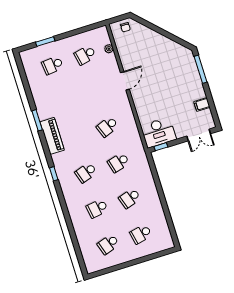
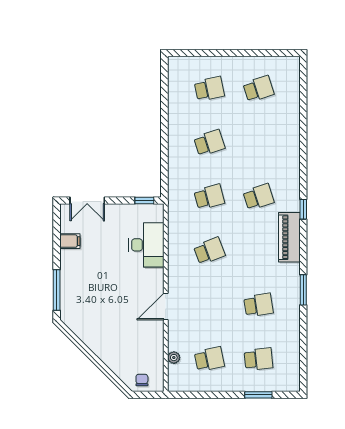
desk: (158, 132) -> (146, 245), moved, turned 90
double door: (199, 135) -> (87, 200), swing flipped
piano: (52, 136) -> (289, 237), moved
school desk: (97, 208) -> (258, 305), moved

